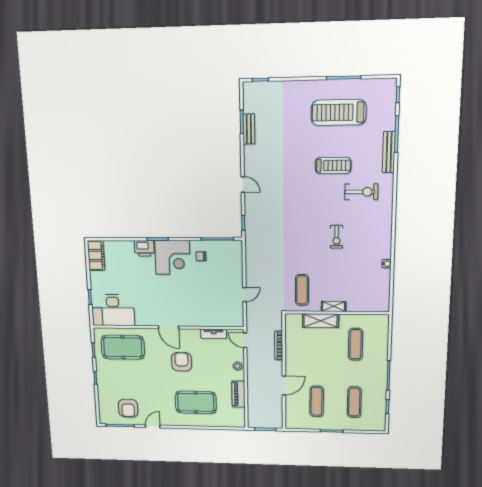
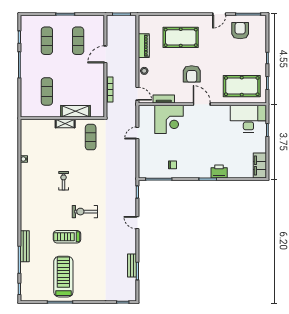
treadmill: (339, 112) -> (63, 277), turned -90
exercise bike: (361, 192) -> (85, 212), moved
corner desk: (172, 257) -> (169, 119), moved, turned 180

